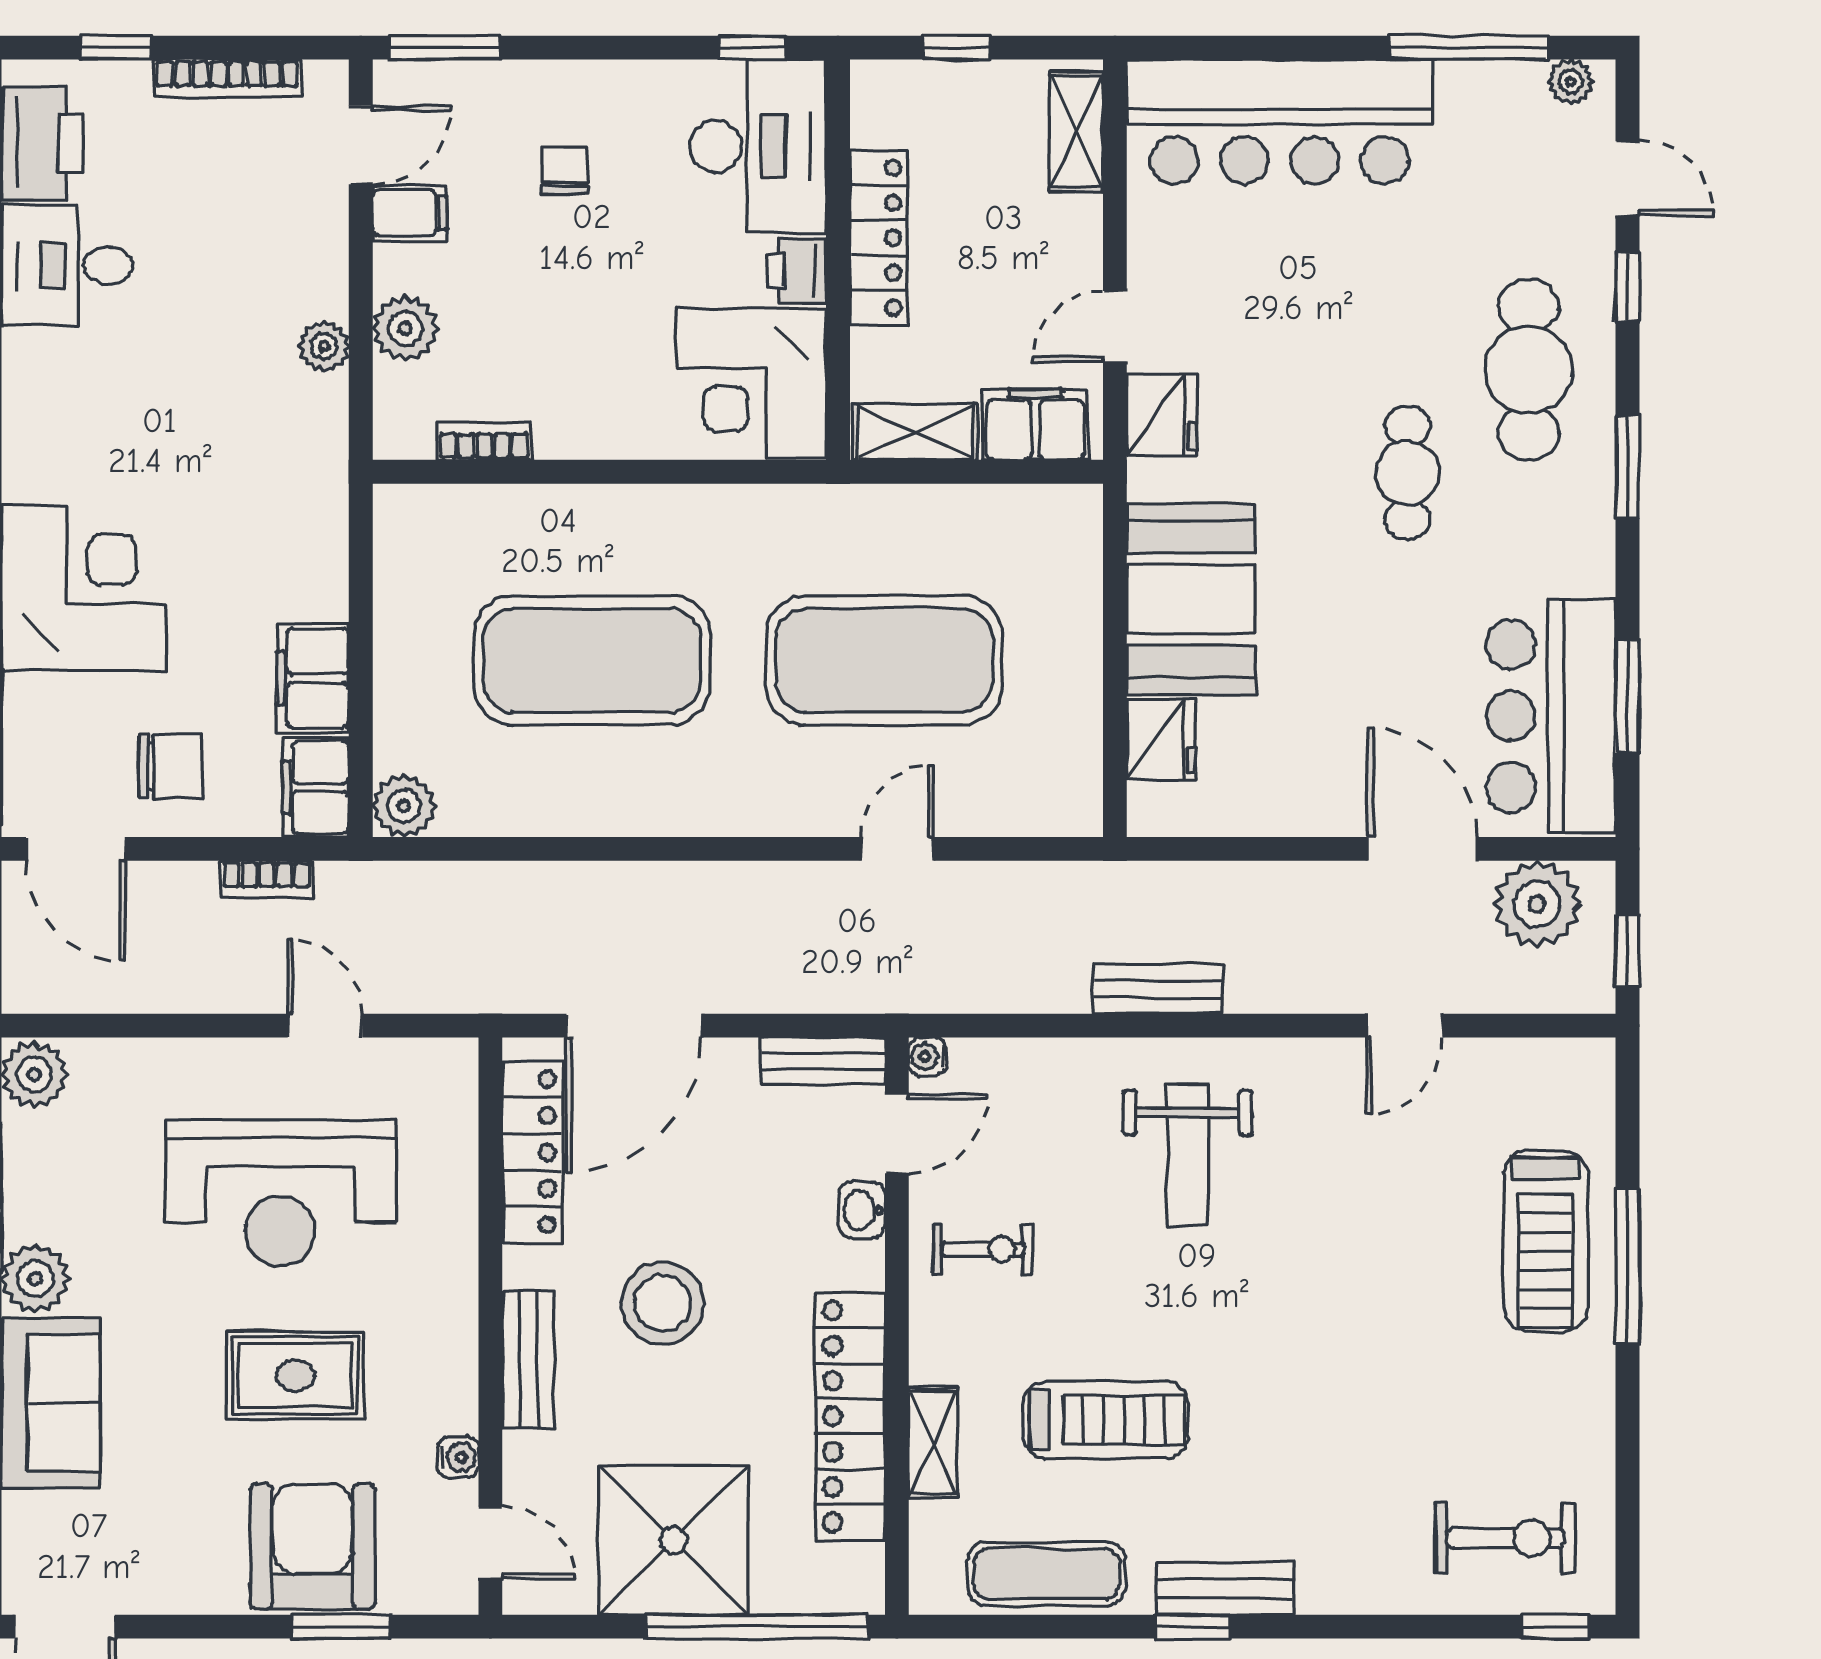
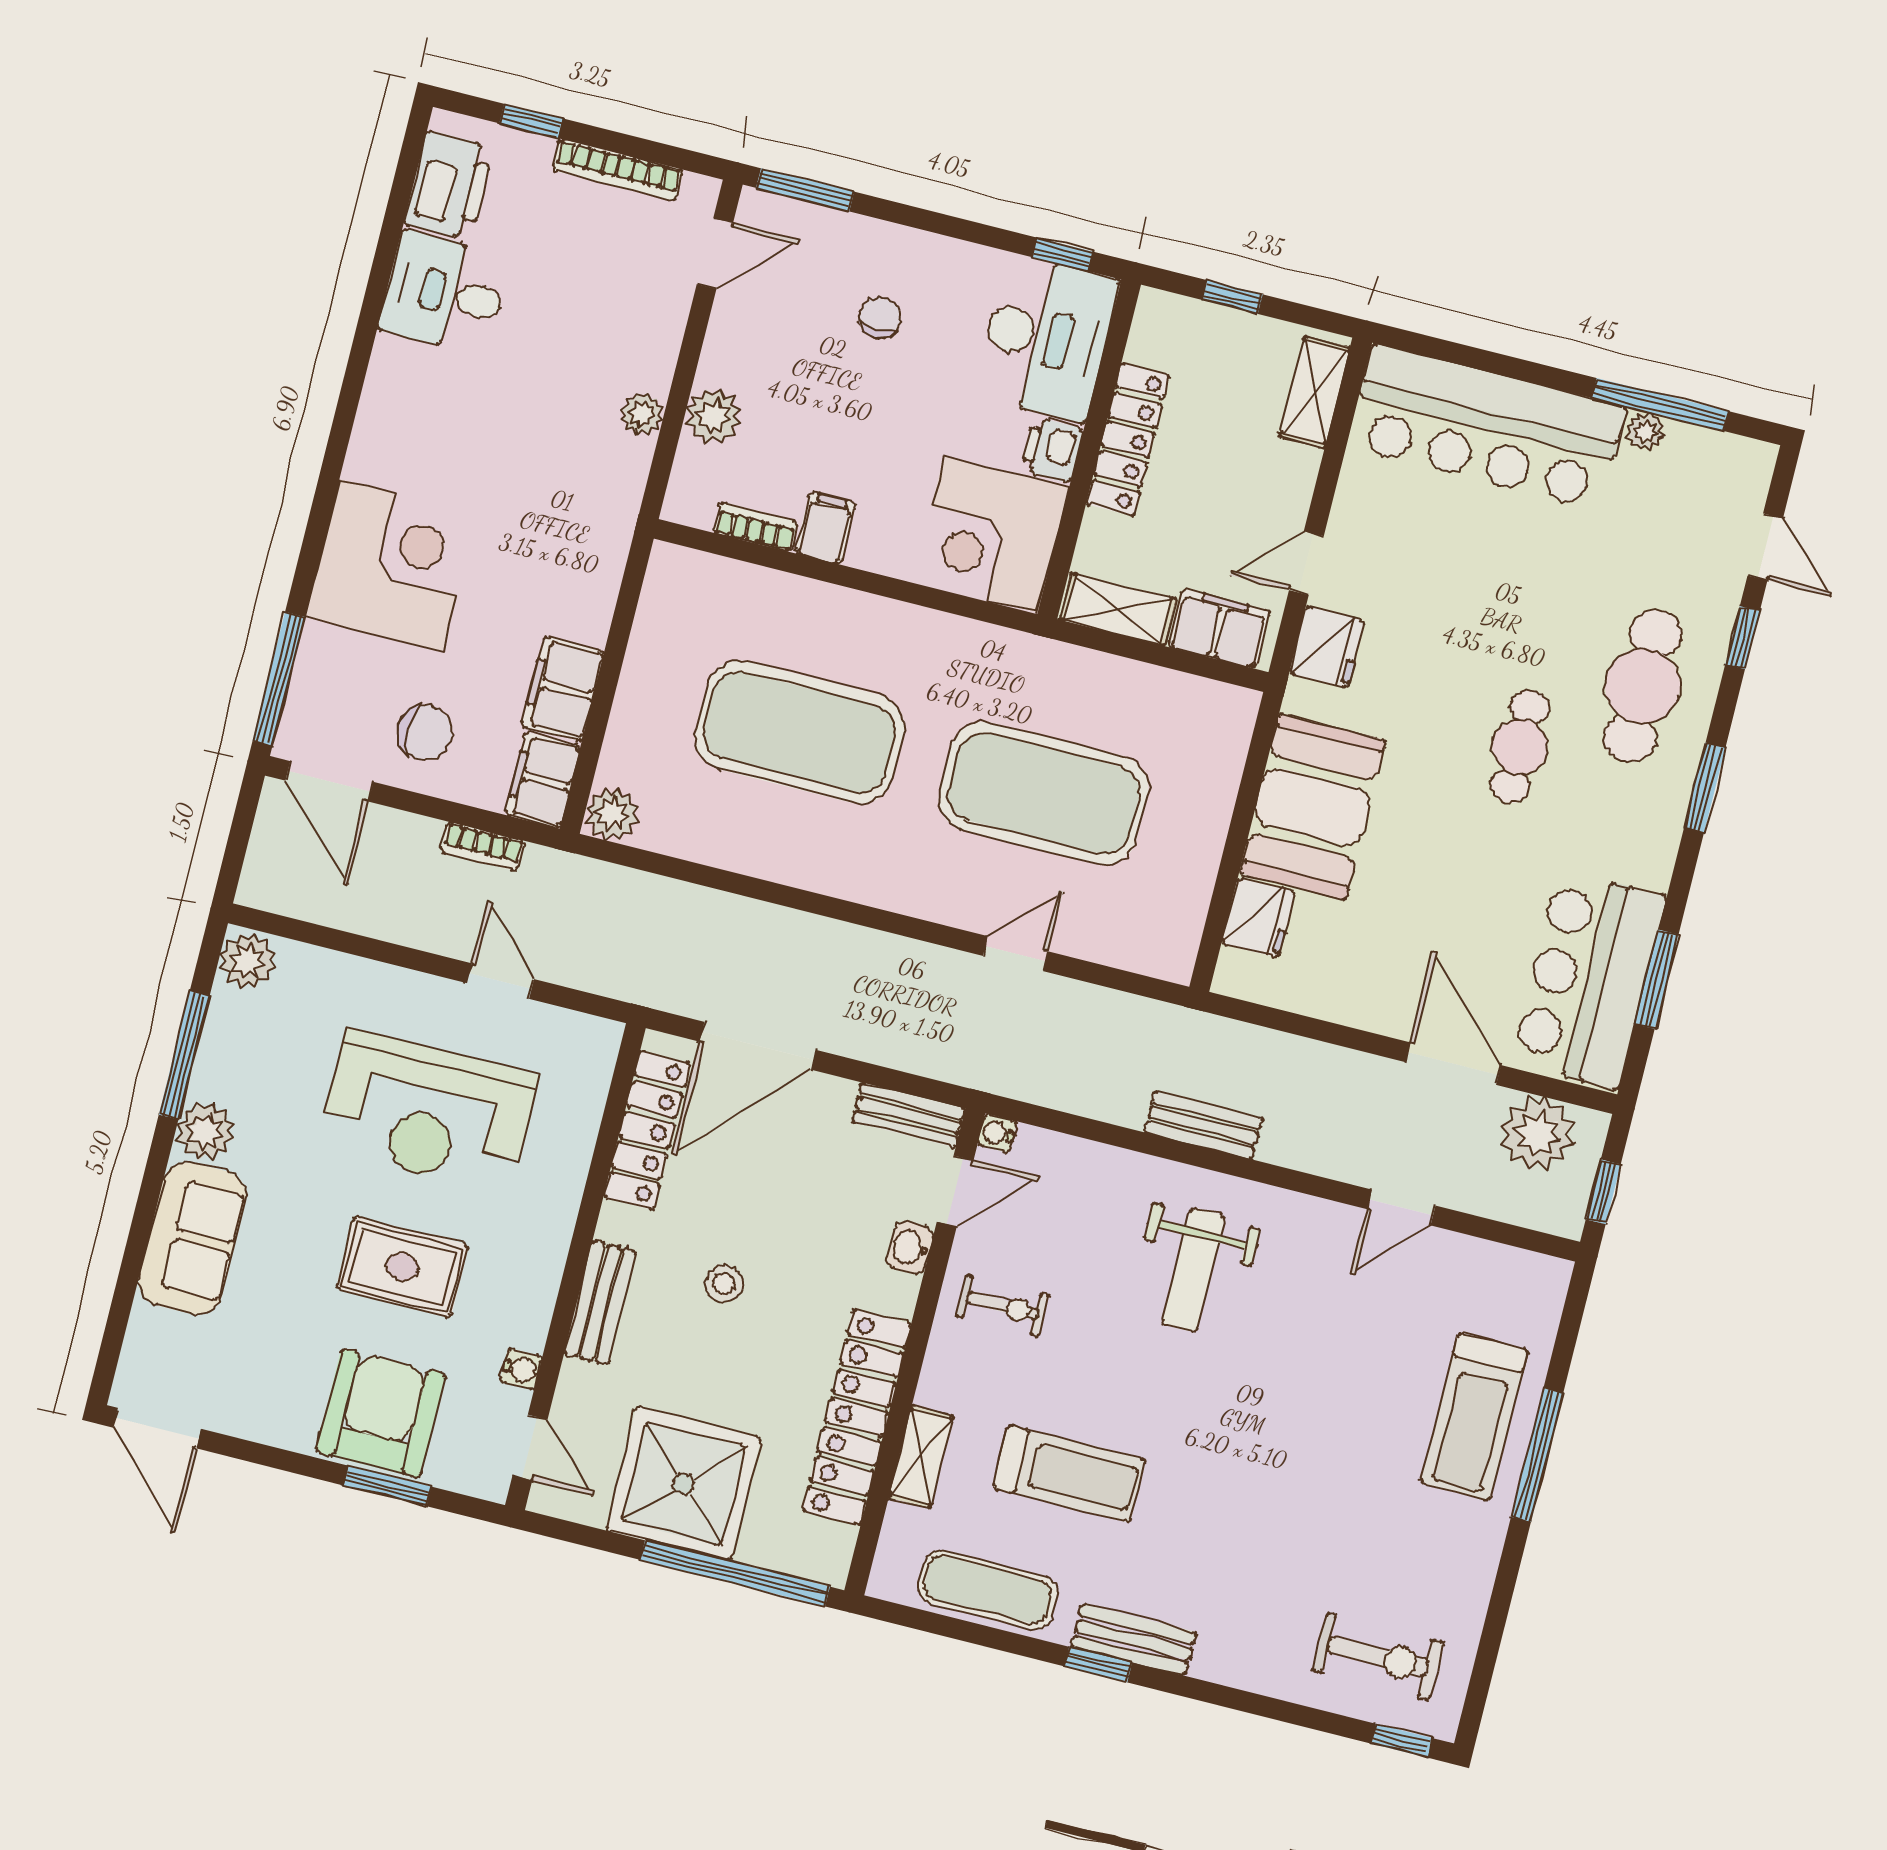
plant: (1571, 82) -> (1645, 431), moved
filing cabinet: (409, 213) -> (826, 528), moved, turned -90
stool: (662, 1303) -> (724, 1284), width x0.53, depth x0.53

